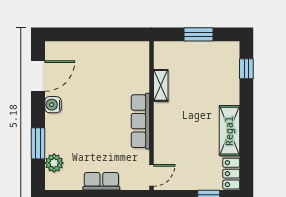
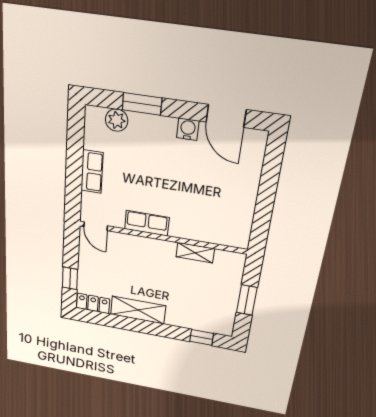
row of seats: (140, 121) -> (147, 223), width x0.68

